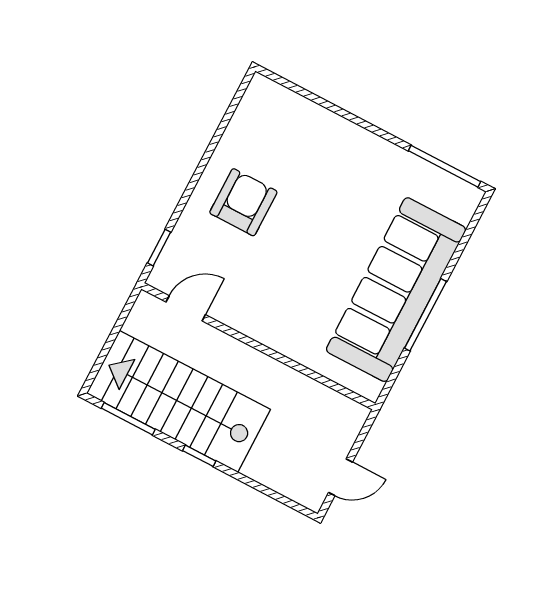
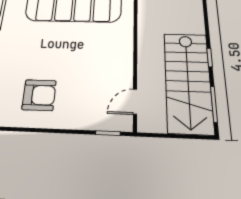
armchair: (243, 202) -> (39, 95), moved, turned 180
door: (186, 308) -> (135, 102), hinge flipped

